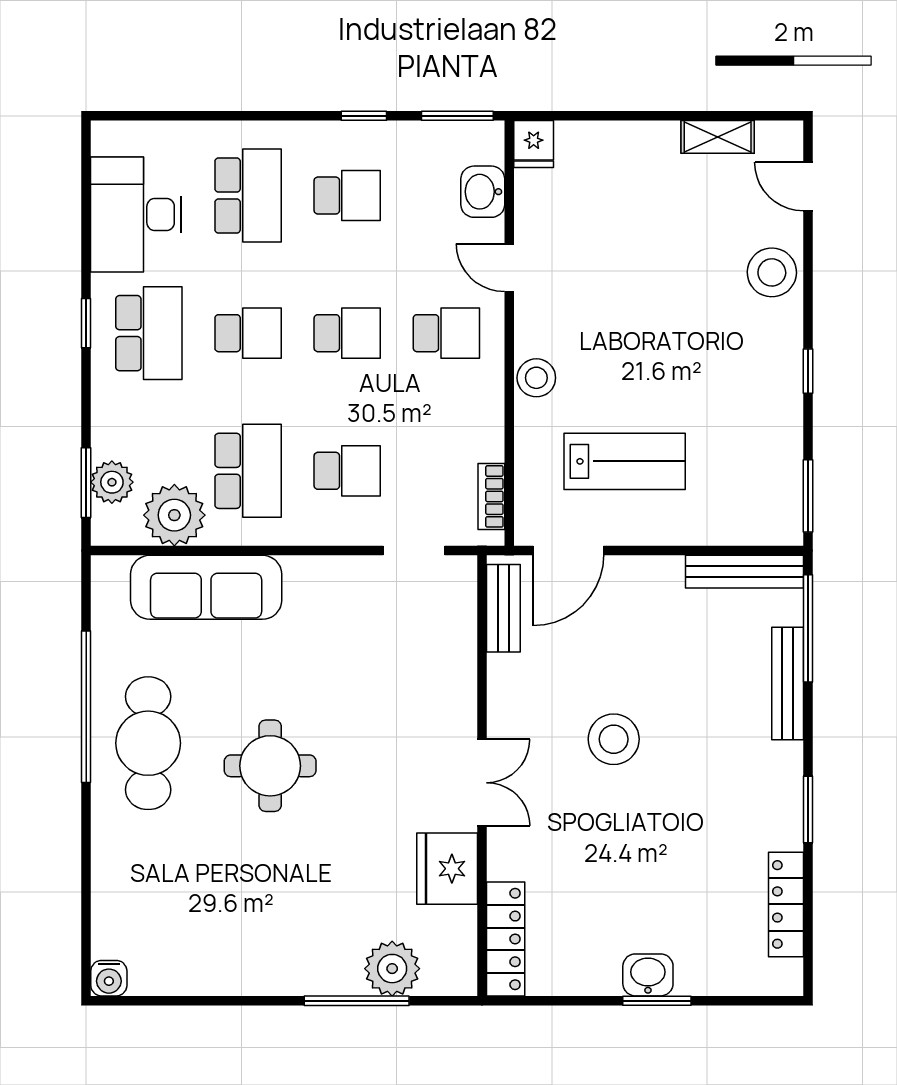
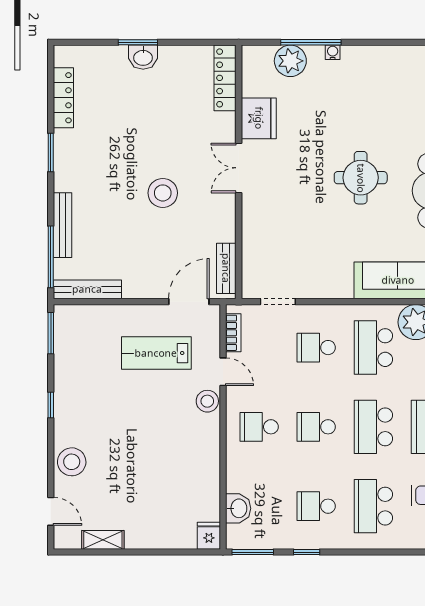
door: (509, 268) -> (223, 372), moved
school desk: (248, 333) -> (373, 427), width x1.85
water cooler: (319, 983) -> (333, 52), added

